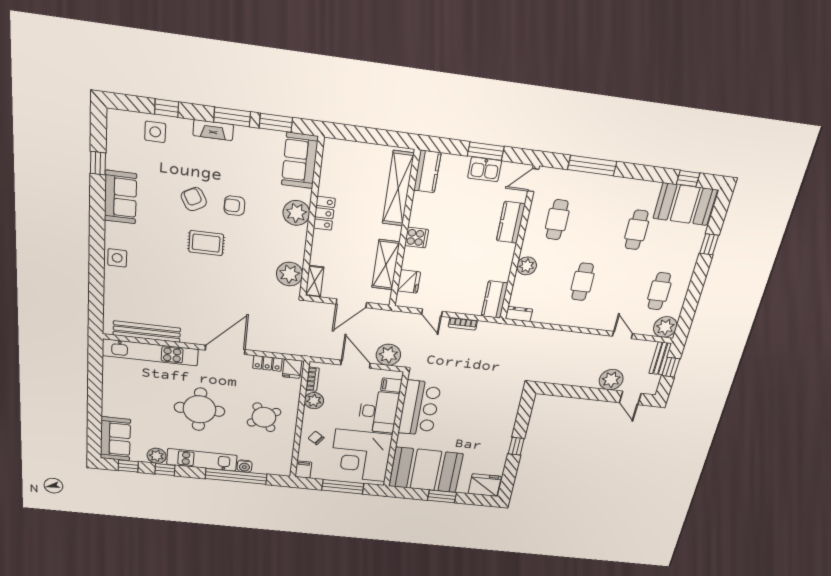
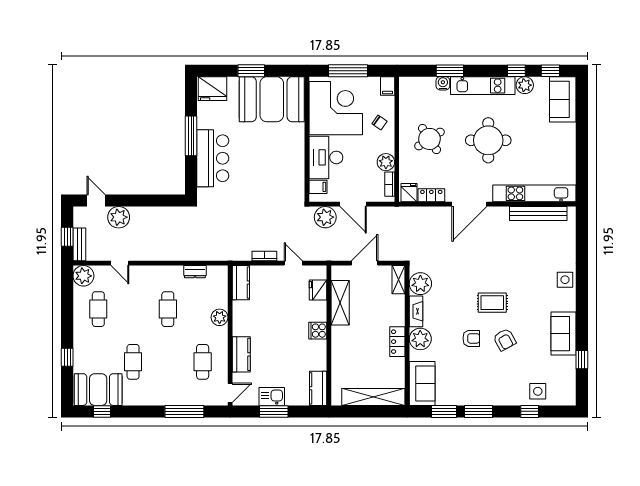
fireplace: (213, 130) -> (416, 311), moved, turned 90
shelving: (398, 189) -> (373, 397), moved, turned 90
dresser: (519, 314) -> (195, 272), moved
bar counter: (419, 408) -> (213, 158), moved, turned 180
window: (516, 446) -> (191, 136), width x2.17
window: (236, 476) -> (450, 71), width x0.47

